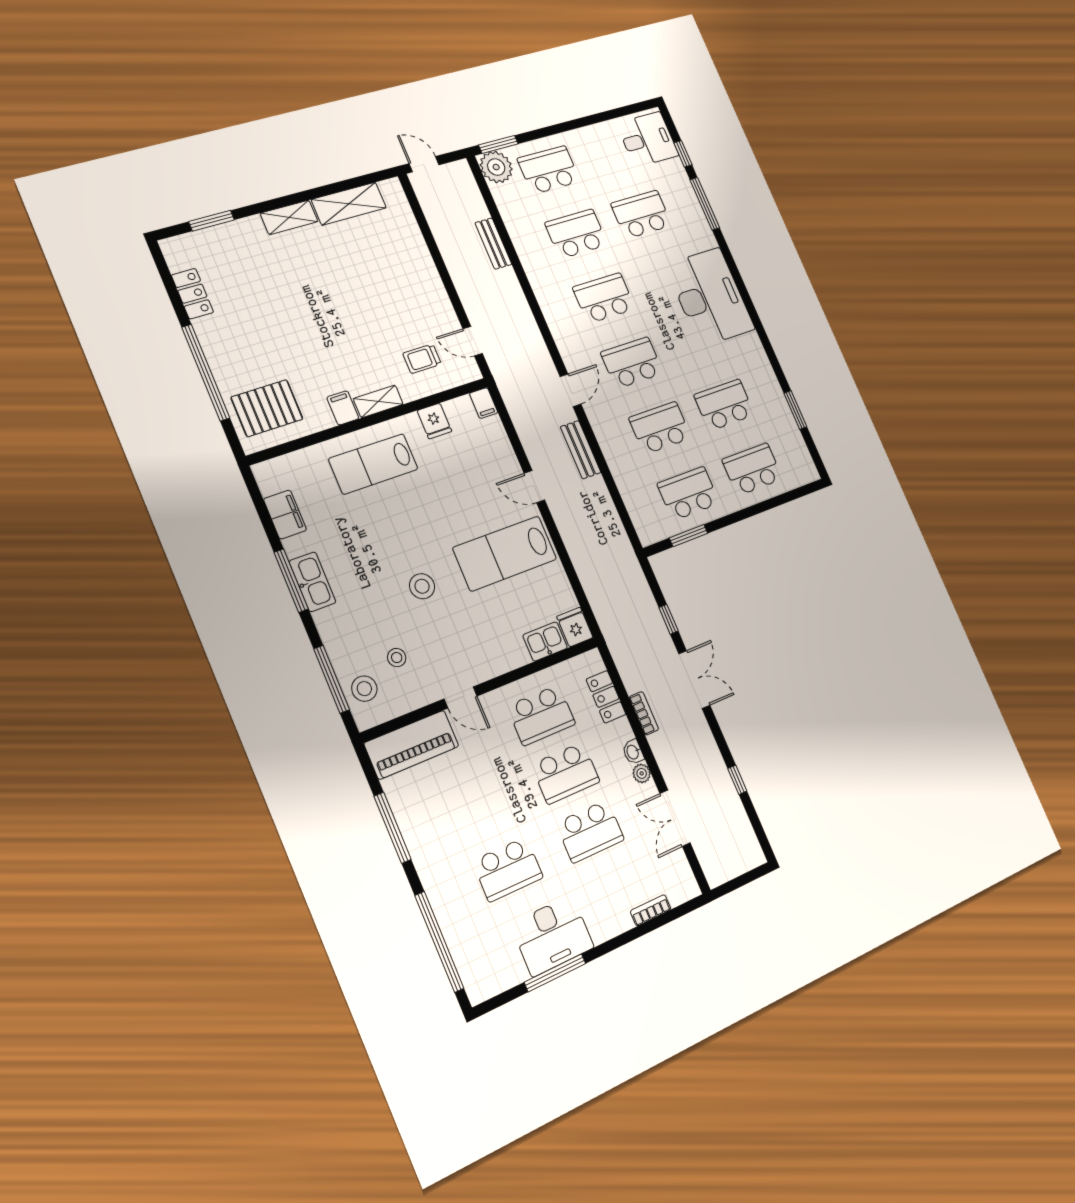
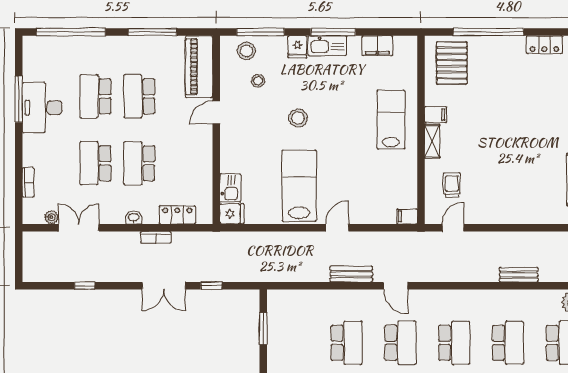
fridge: (434, 421) -> (297, 47), moved, turned -90
school desk: (688, 493) -> (293, 343), removed
school desk: (541, 715) -> (139, 96), moved
plant: (642, 773) -> (52, 217), moved

